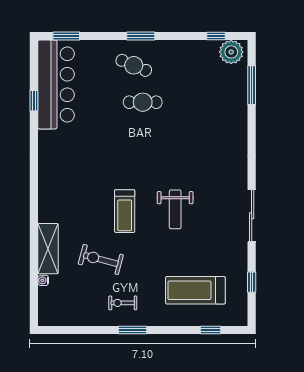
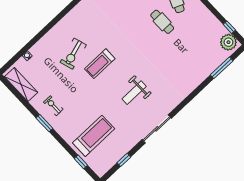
weight bench: (175, 209) -> (134, 93), moved
shelving: (48, 249) -> (21, 85), moved, turned 90
exercise bike: (101, 259) -> (73, 54), moved, turned -122
treadmill: (195, 290) -> (94, 136), turned 90

